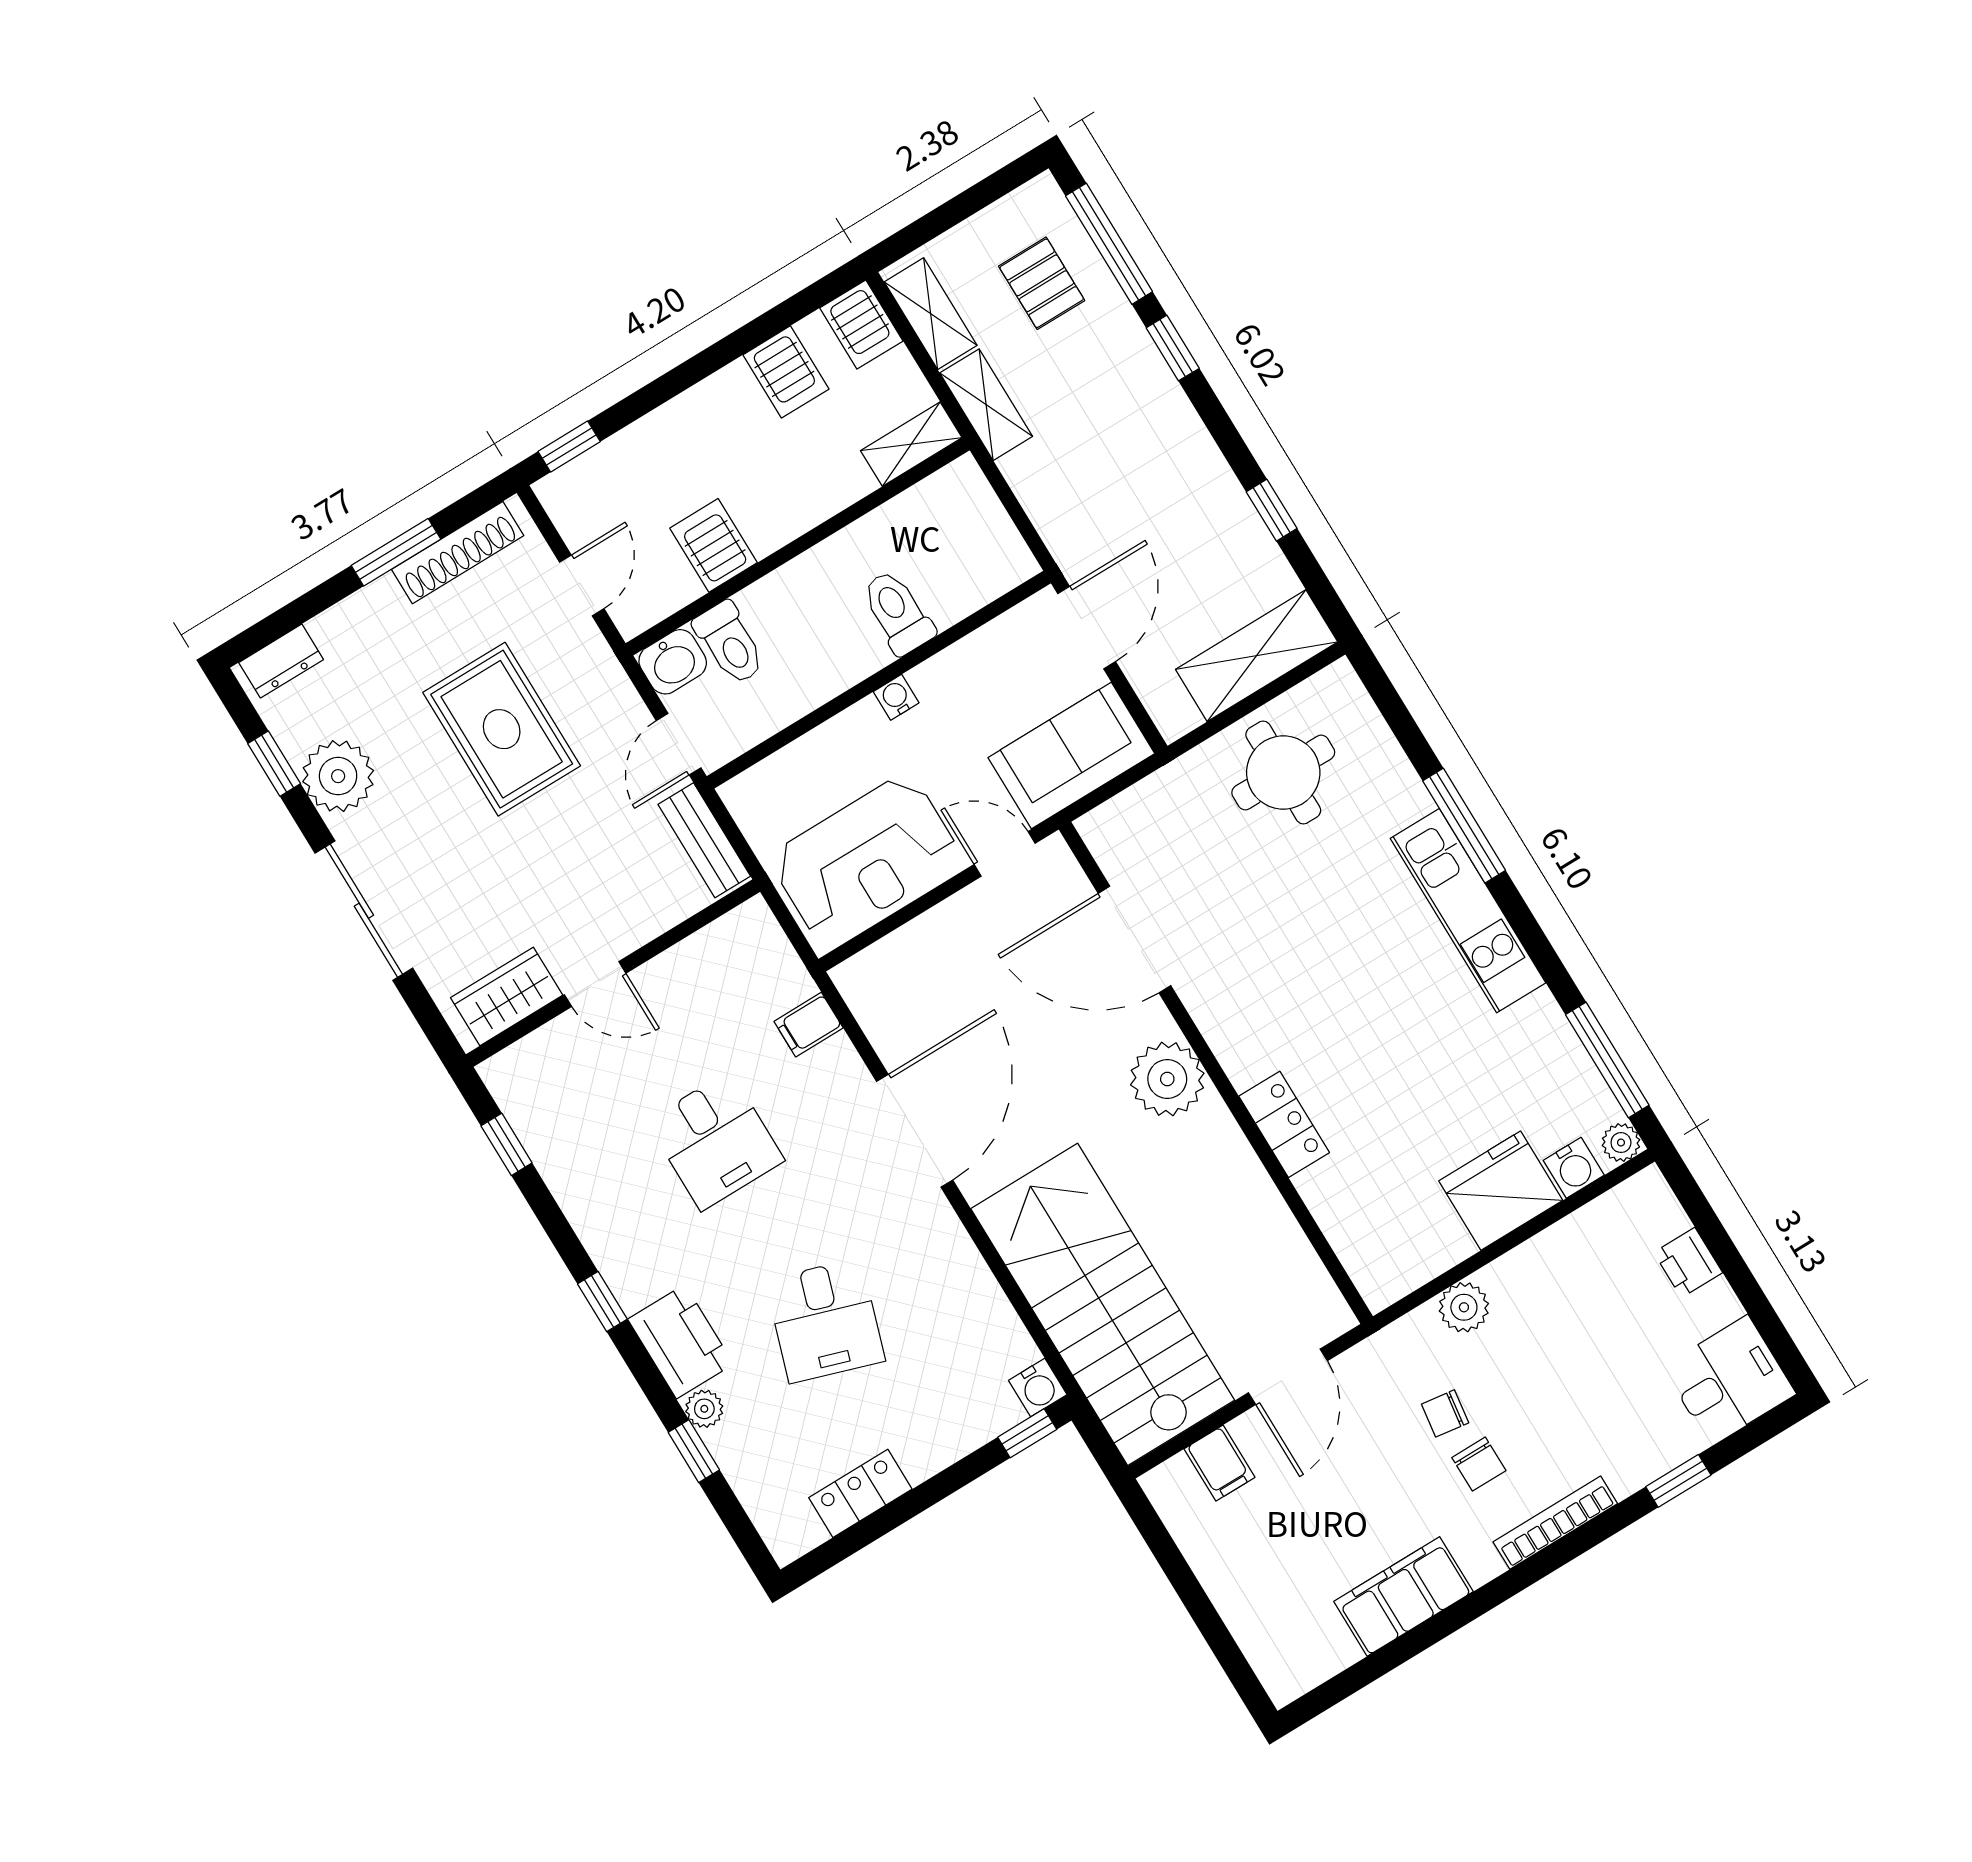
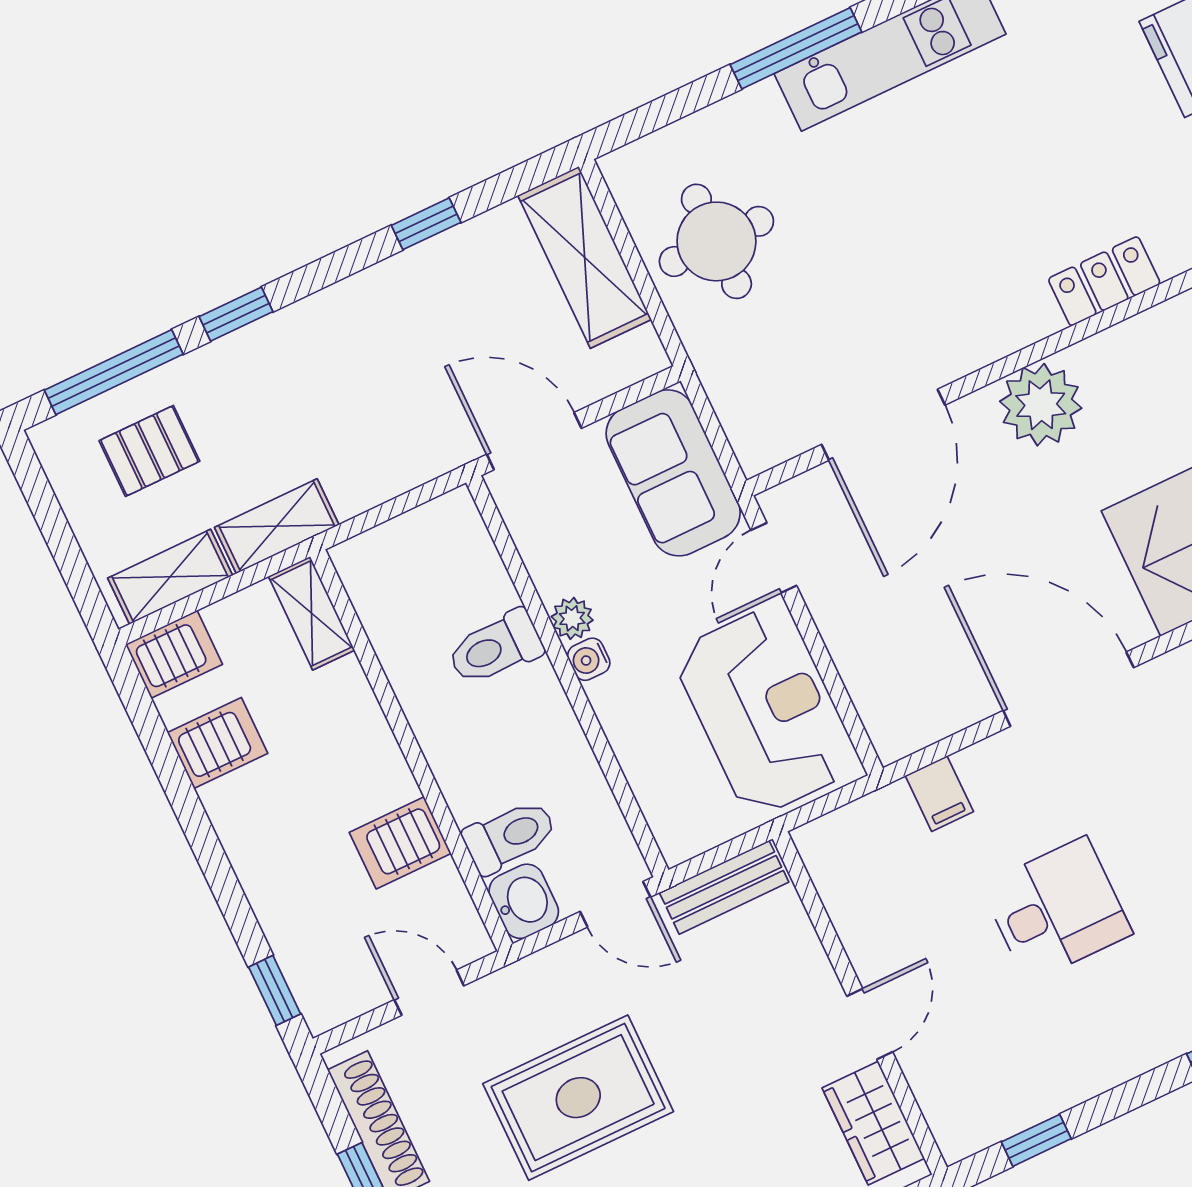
plant: (931, 679) -> (572, 618), added

